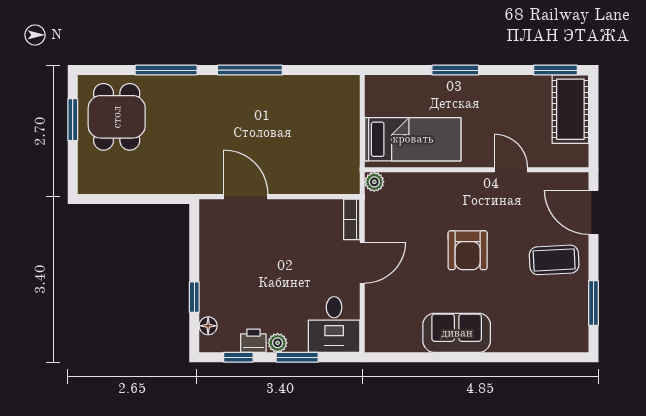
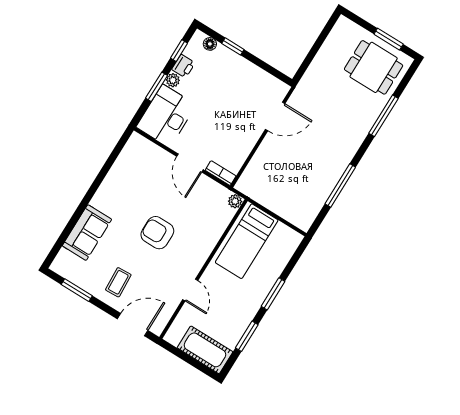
window: (250, 70) -> (340, 185), moved
window: (555, 70) -> (247, 336), moved
door: (511, 170) -> (190, 290), hinge flipped
coffee table: (554, 260) -> (118, 282), width x0.73, depth x0.77
desk: (334, 325) -> (166, 116), width x1.37
sofa: (457, 333) -> (87, 233), moved

